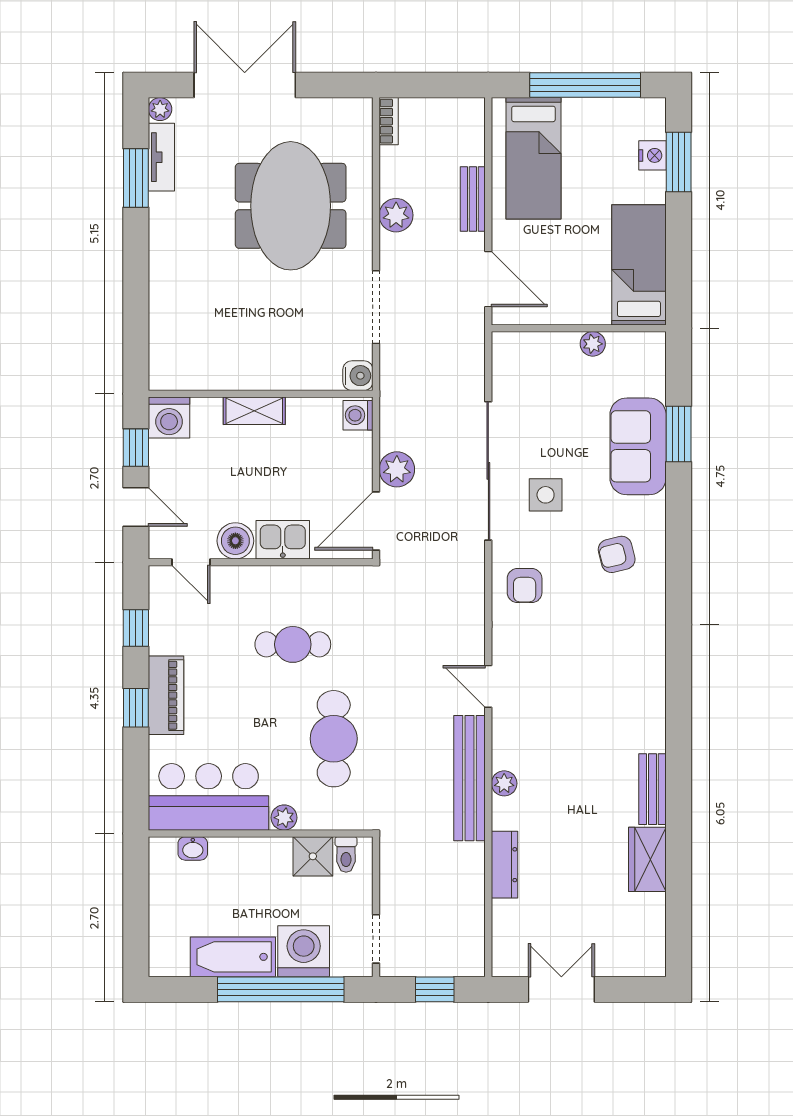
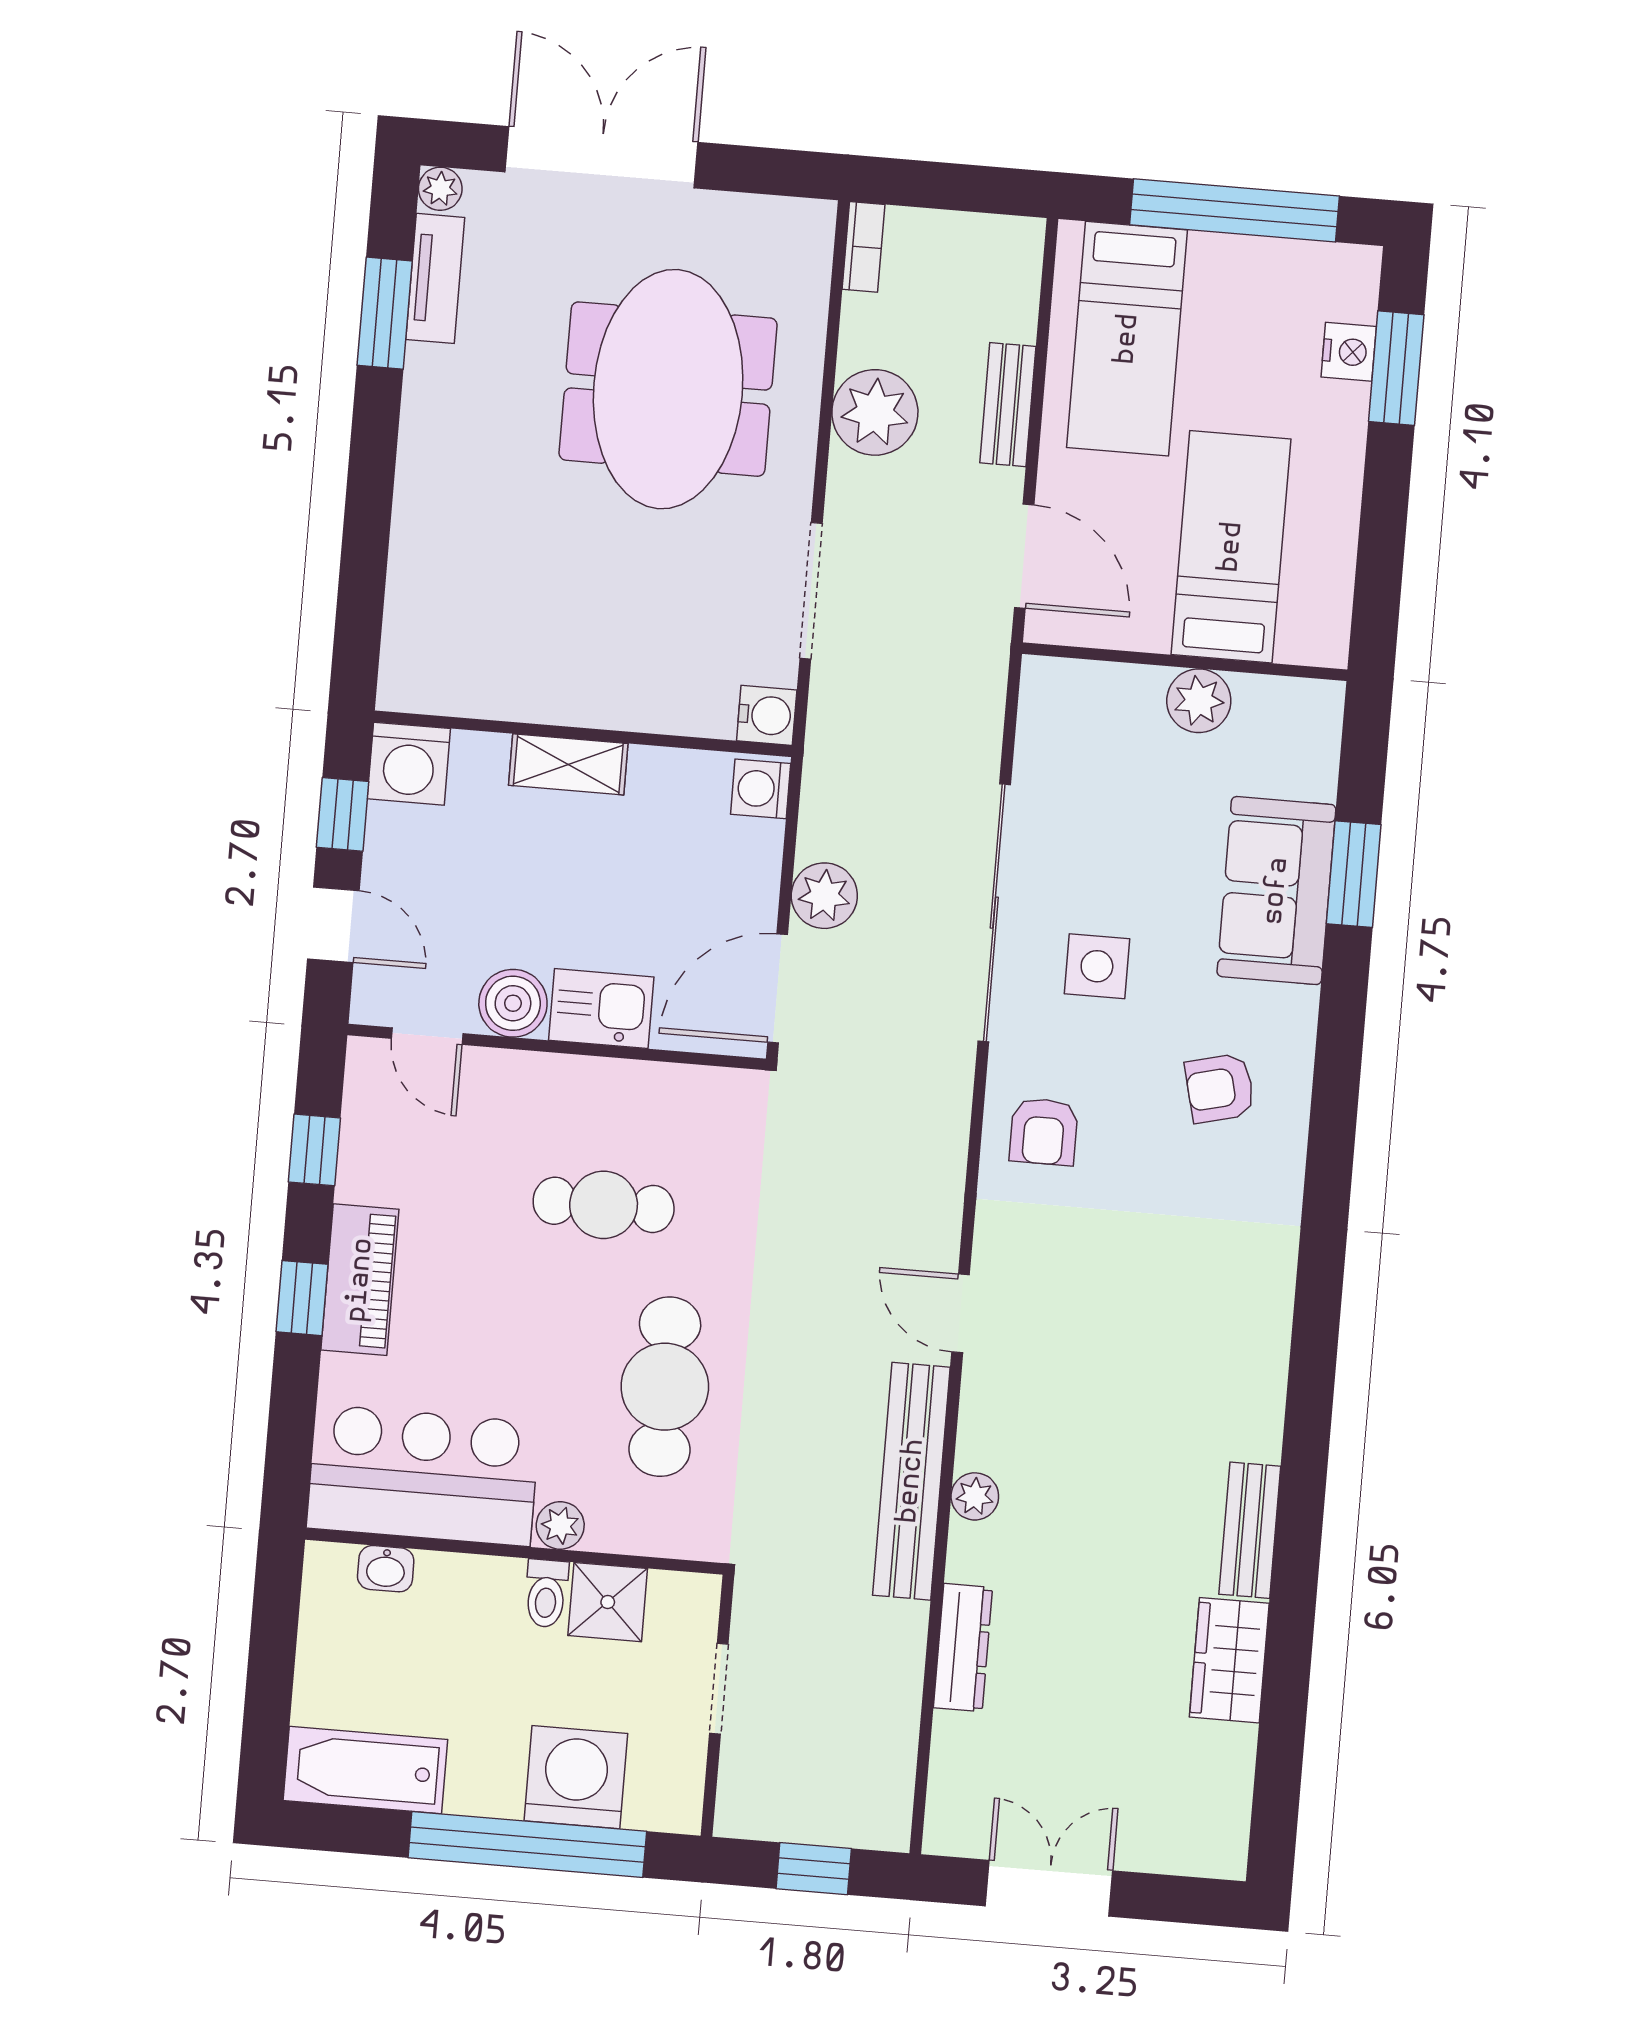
plant: (396, 215) -> (875, 412), width x1.36, depth x1.36
bed: (639, 265) -> (1231, 547), moved
plant: (593, 344) -> (1199, 701), width x1.38, depth x1.38
toilet: (346, 854) -> (546, 1593), moved
doorway: (376, 939) -> (719, 1689), moved
bathtub: (233, 957) -> (365, 1770), moved

